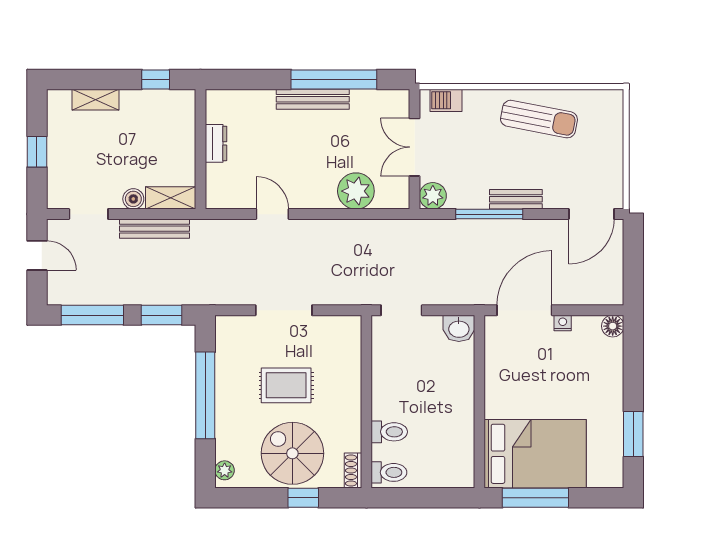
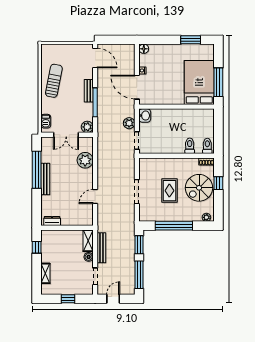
dresser: (216, 143) -> (52, 221), moved
plant: (441, 292) -> (129, 123), added

